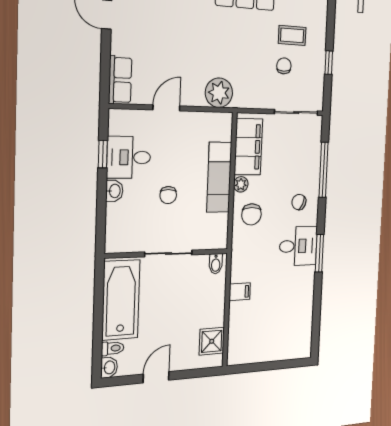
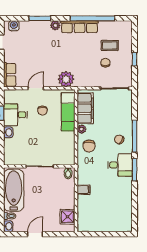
window: (324, 170) -> (135, 136), moved
exam couch: (219, 177) -> (68, 112), moved
chair: (168, 195) -> (42, 110), moved

